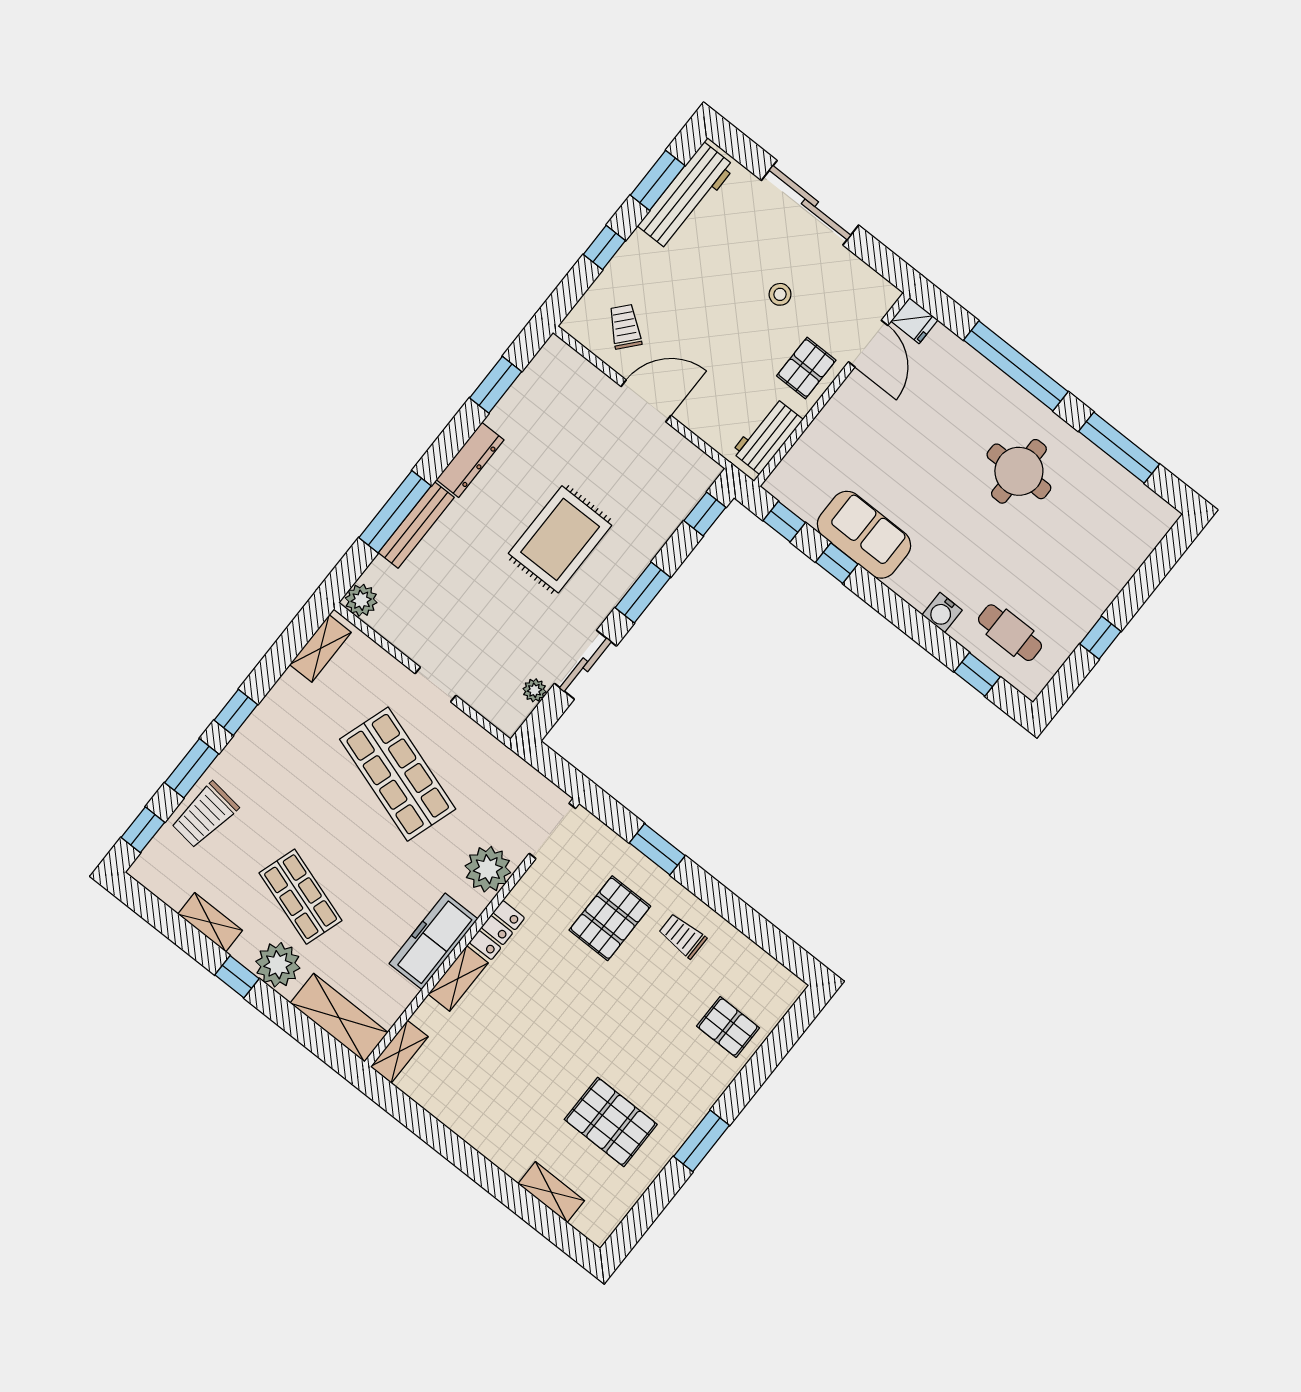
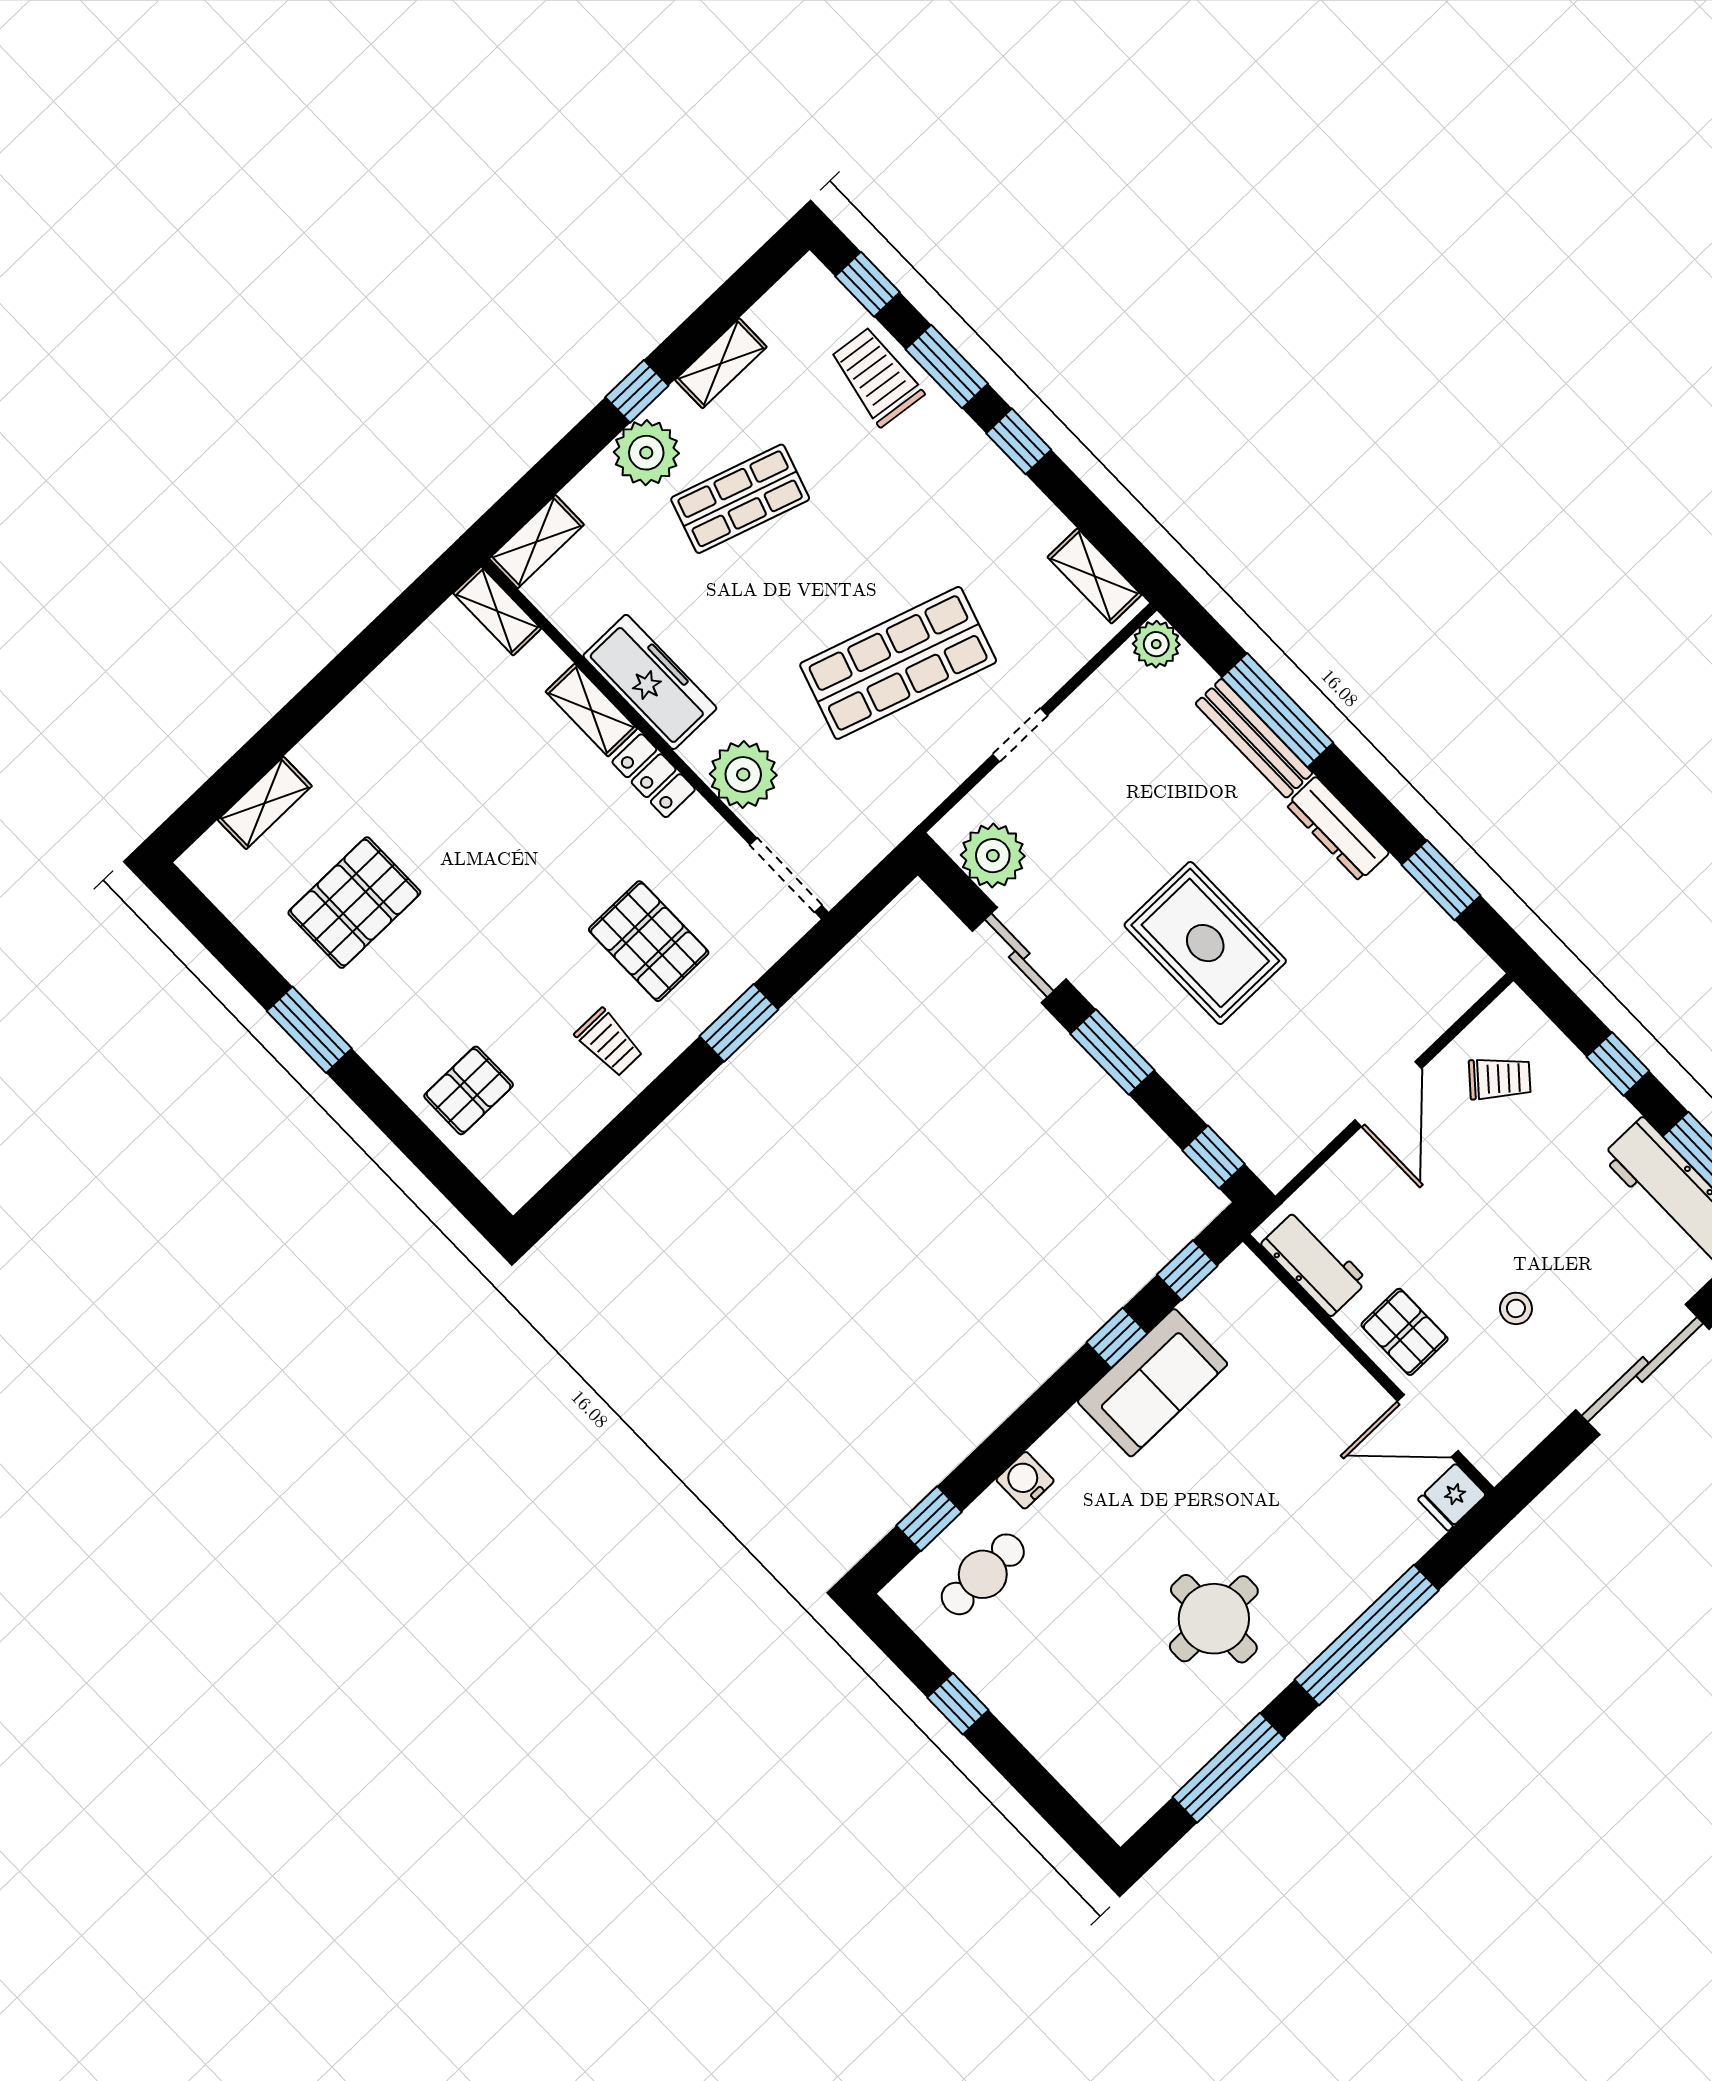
plant: (535, 690) -> (993, 856), width x1.87, depth x1.87
trolley: (683, 936) -> (609, 1042), turned 90
shelving: (339, 1018) -> (537, 542), width x0.67, depth x0.75

